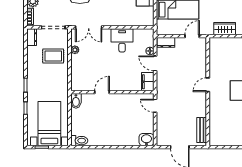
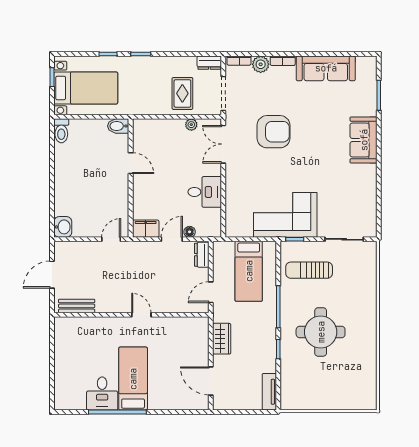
door: (192, 36) -> (211, 292), swing flipped

